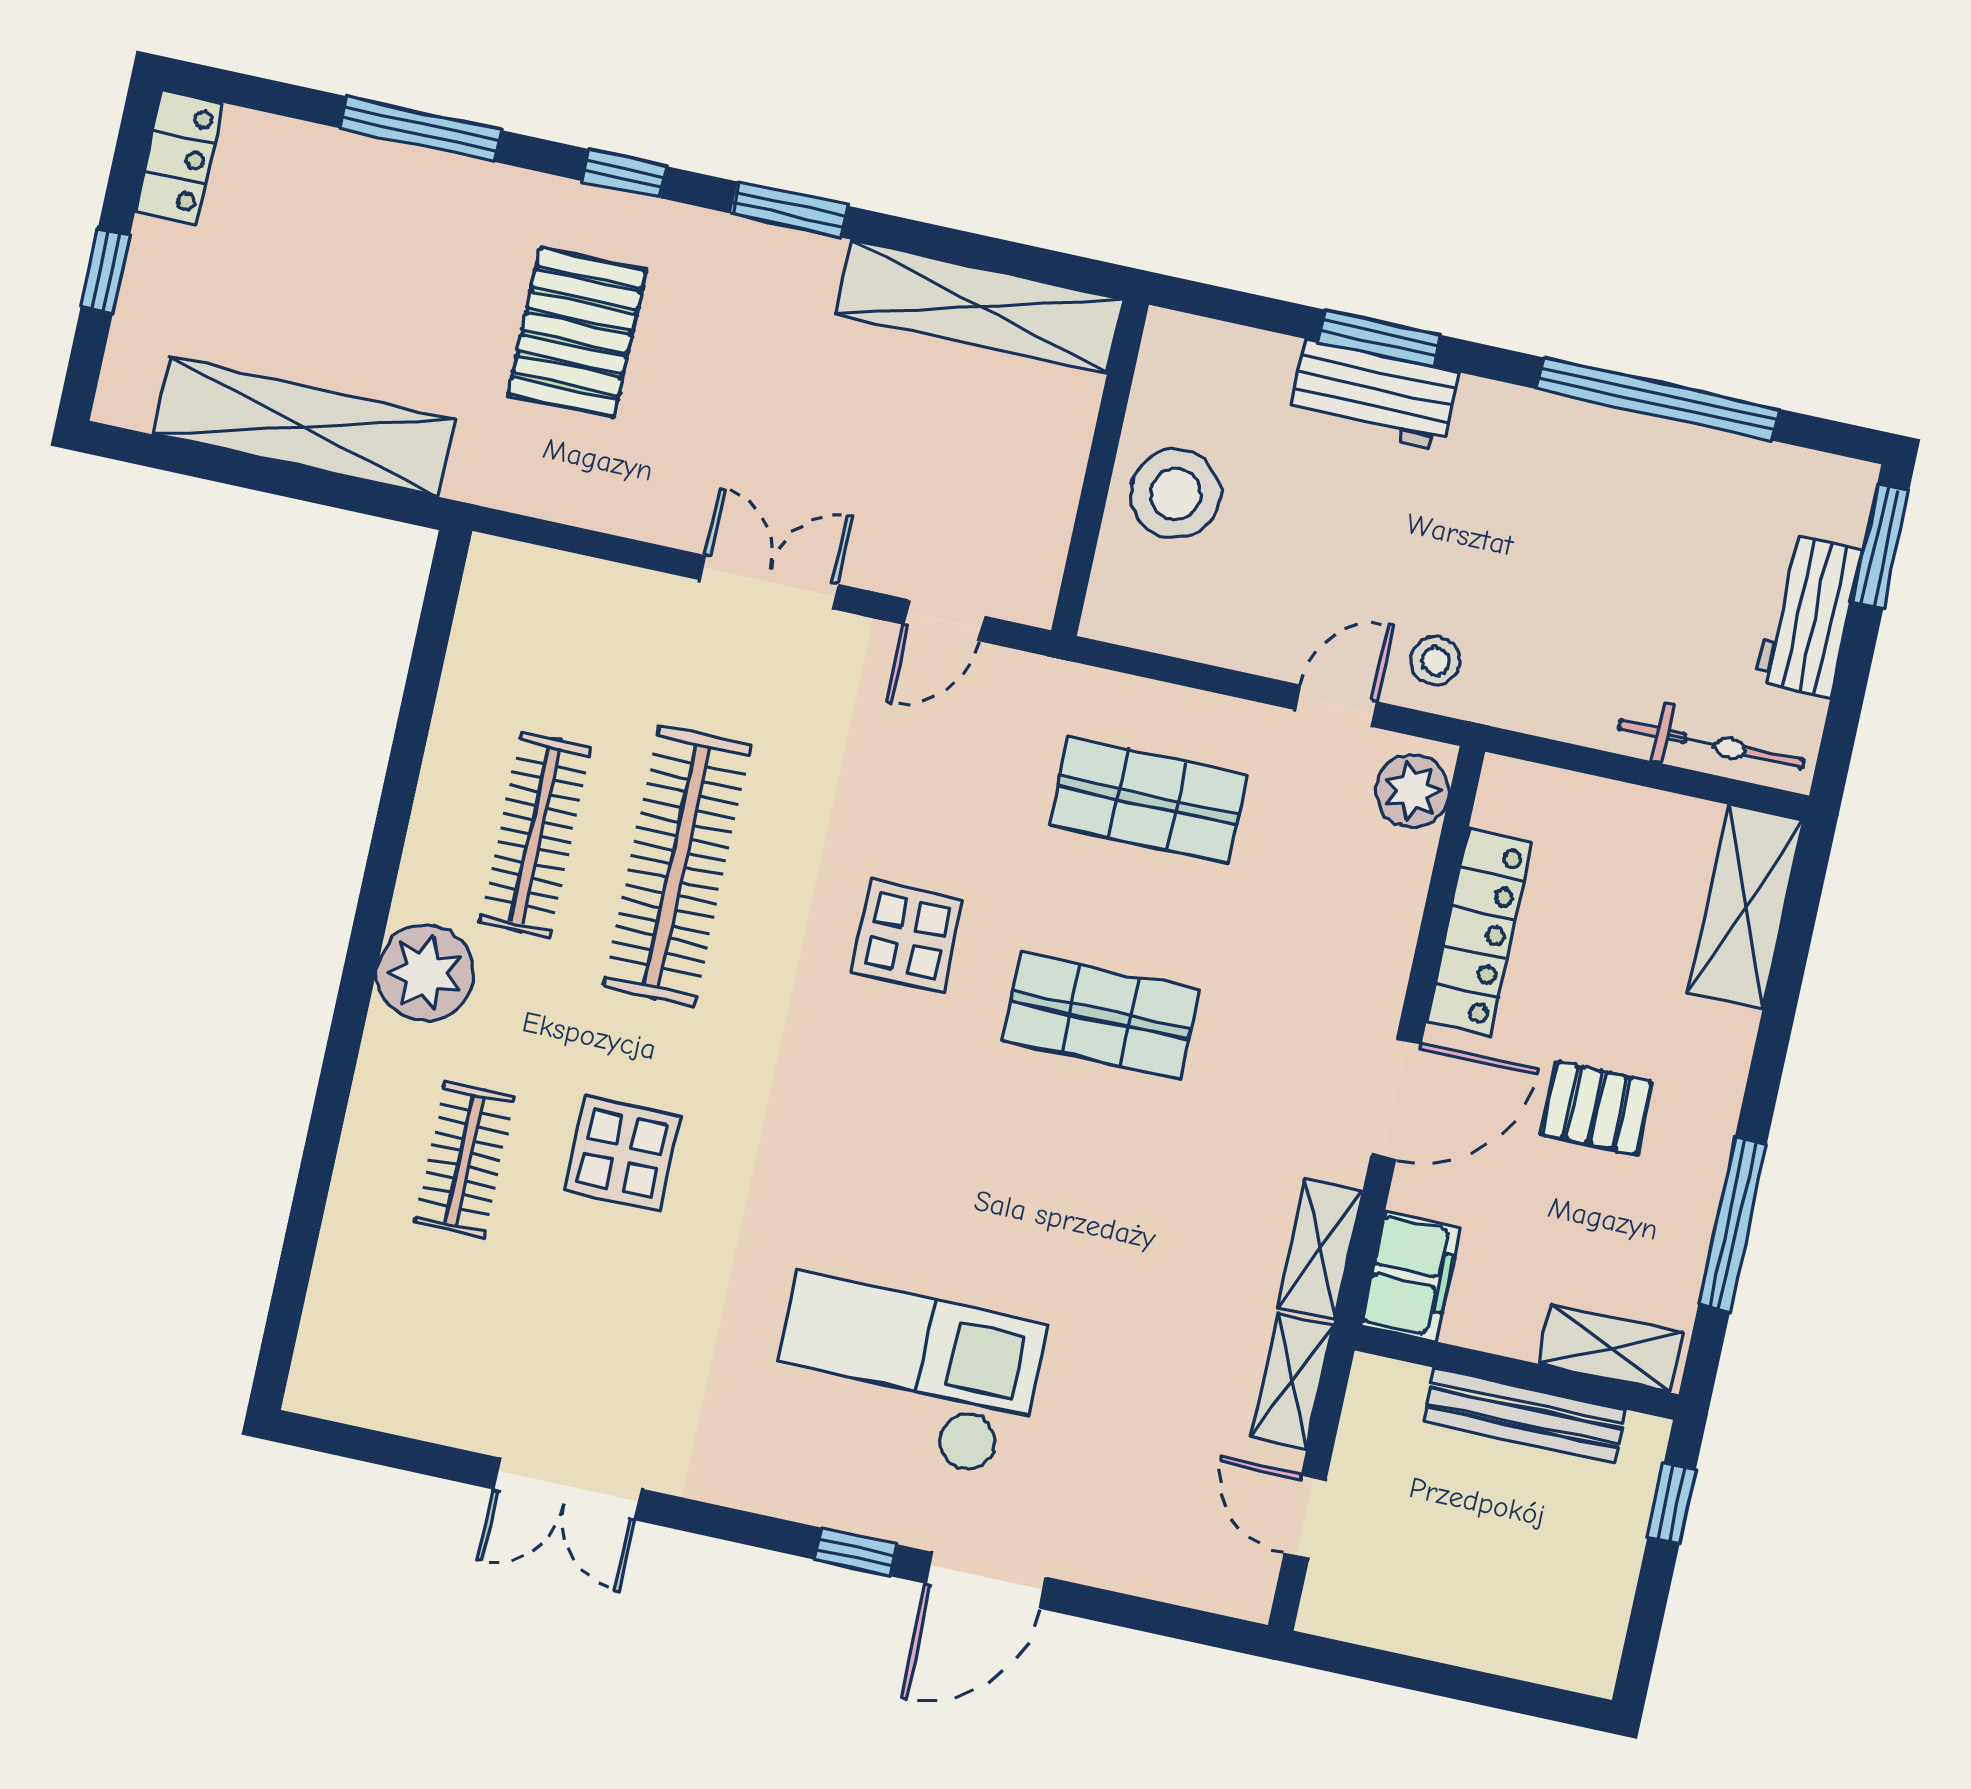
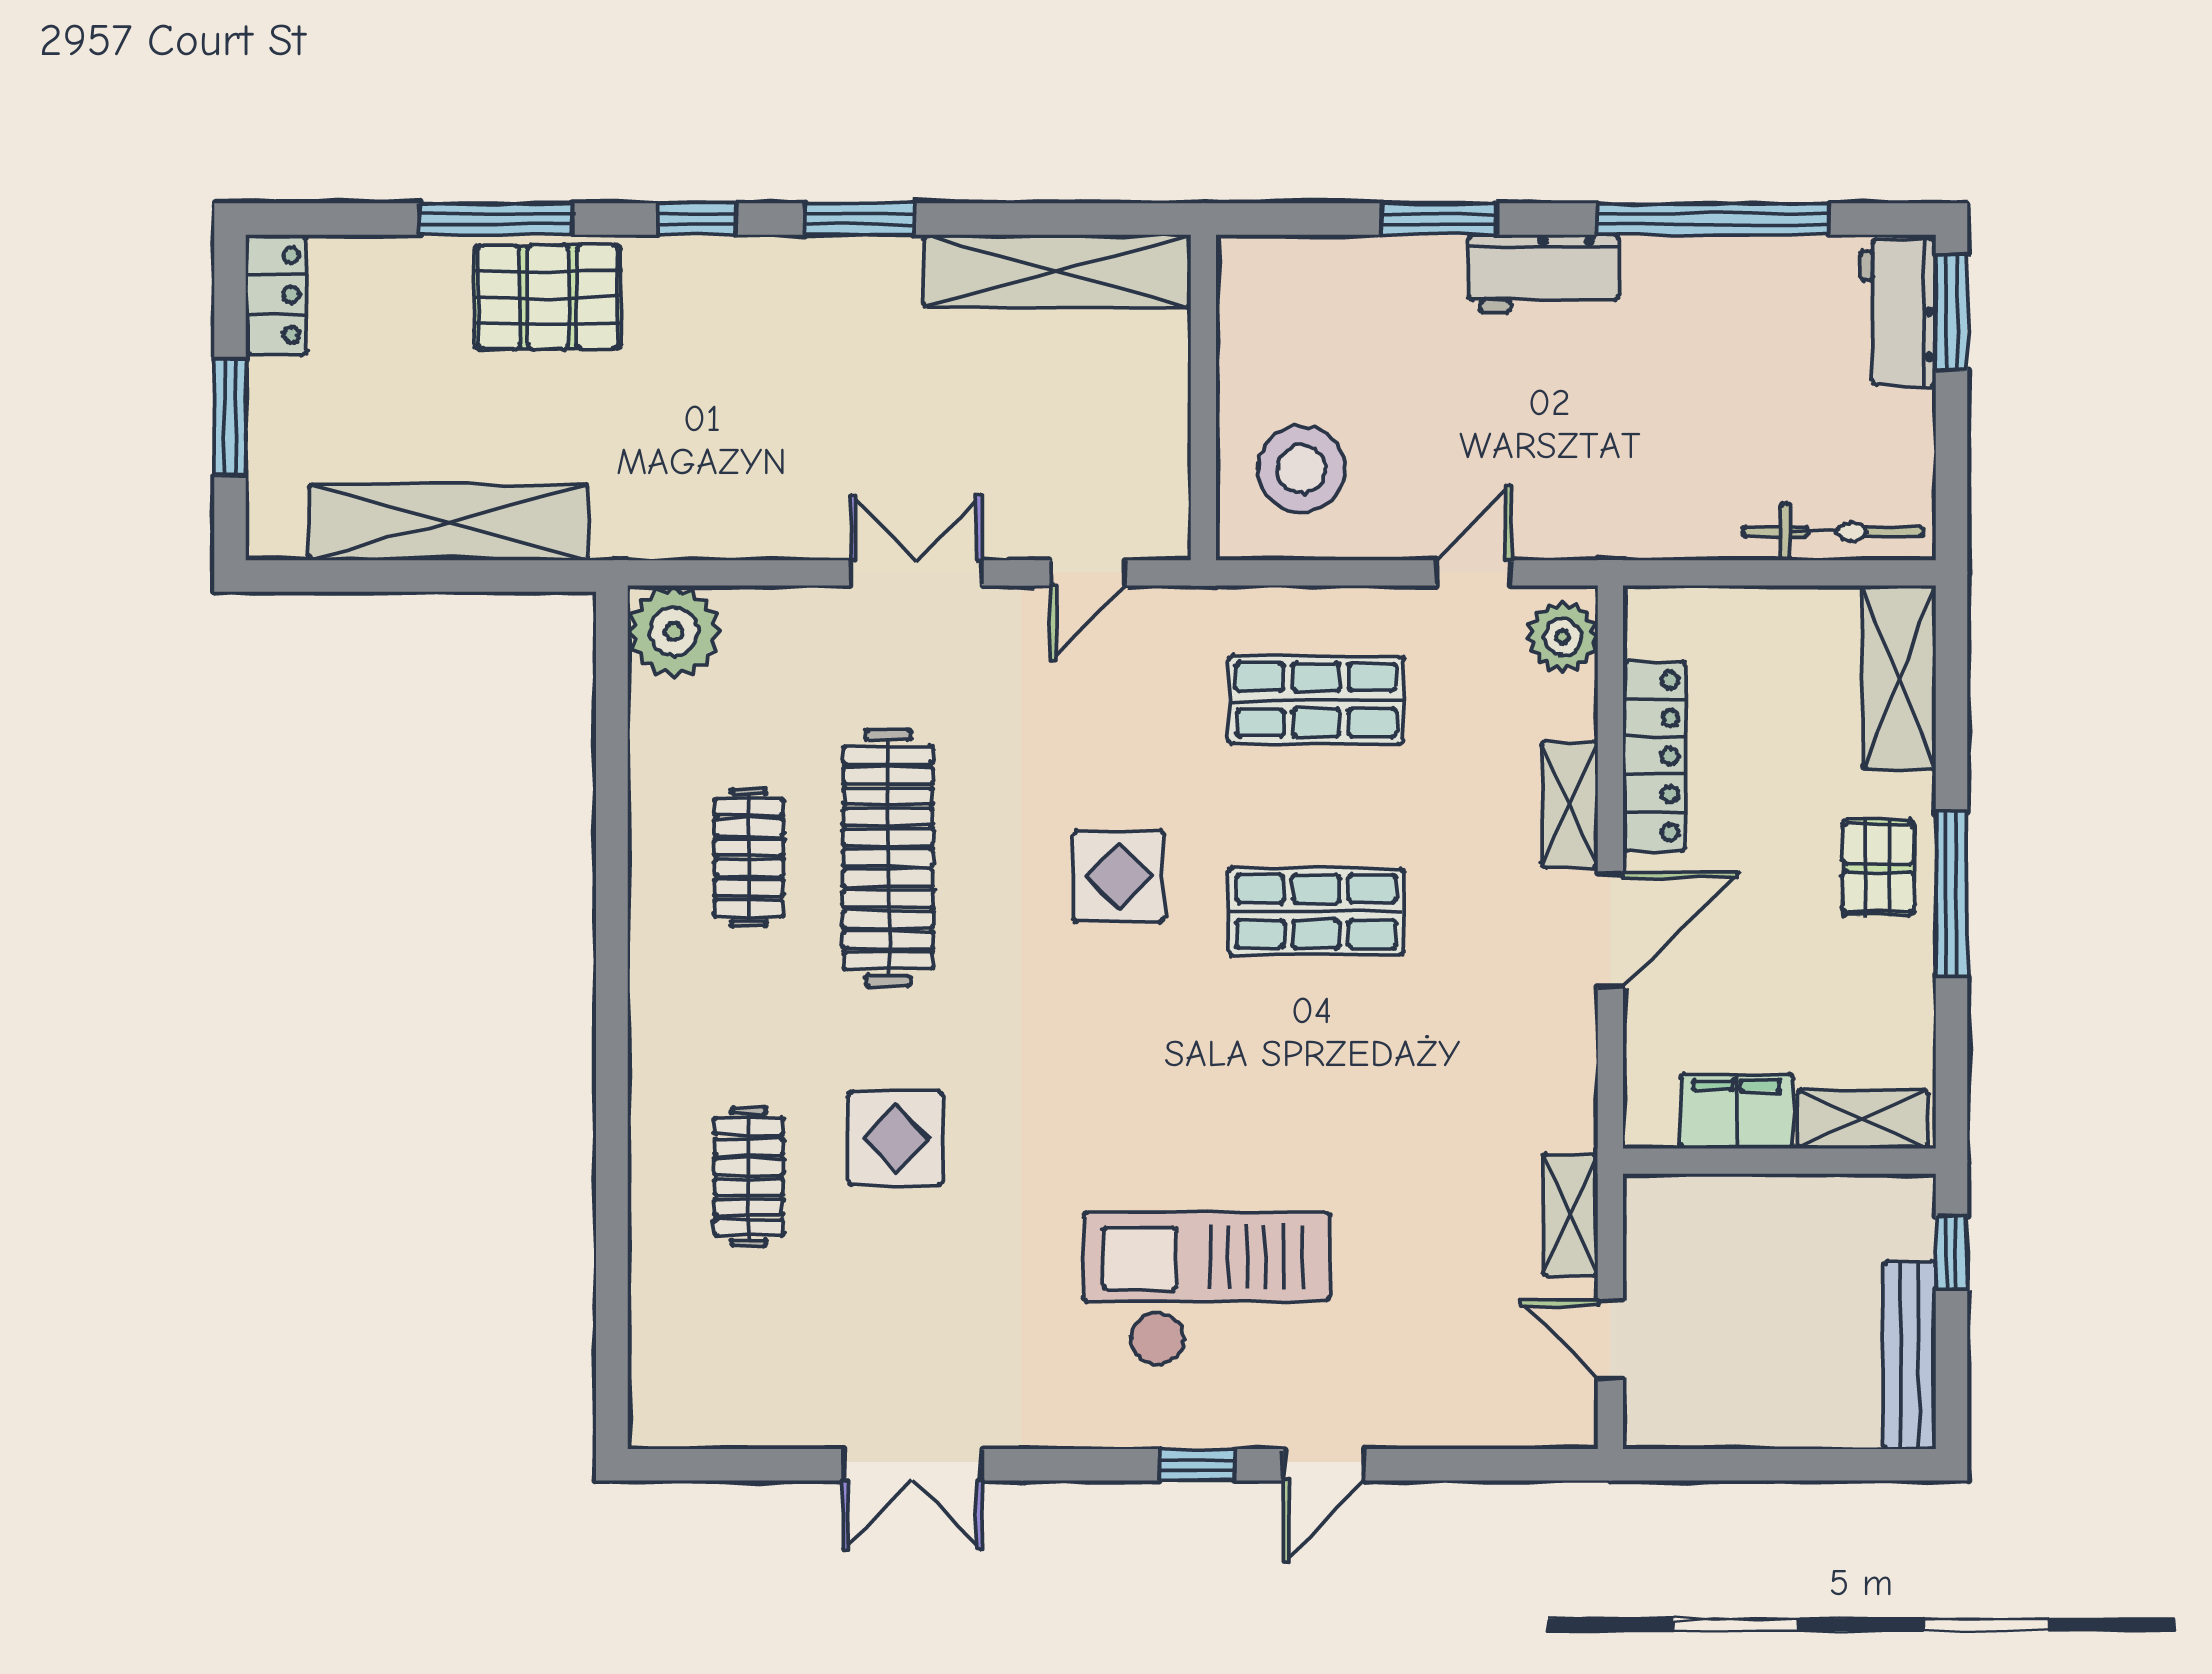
window: (105, 271) -> (230, 417), width x1.50
pallet: (577, 333) -> (548, 297), moved, turned 90
workbench: (1374, 395) -> (1544, 274), moved
stool: (1176, 494) -> (1301, 469), moved
workbench: (1808, 615) -> (1898, 312), moved
stool: (1435, 661) -> (1558, 510), removed
clothes rail: (535, 835) -> (749, 858), width x0.73
plant: (425, 973) -> (674, 632), moved
pallet: (1597, 1108) -> (1878, 868), moved, turned 90
window: (1732, 1224) -> (1951, 893), moved
shelving: (1320, 1250) -> (1569, 804), moved
filing cabinet: (1410, 1276) -> (1737, 1111), moved, turned -90
bench: (1525, 1416) -> (1909, 1355), moved, turned 90
door: (986, 1580) -> (1324, 1465), width x0.73

